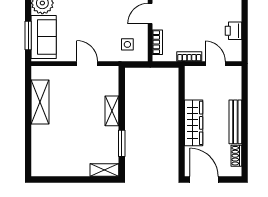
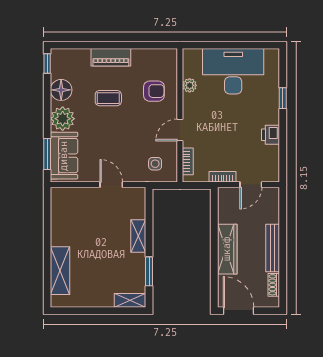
printer: (233, 31) -> (271, 135), moved
door: (215, 64) -> (251, 185), swing flipped
shelving: (40, 102) -> (60, 271), moved

